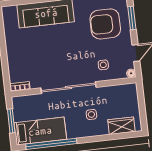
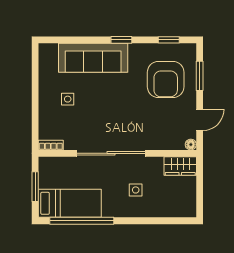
armchair: (105, 24) -> (166, 79), turned -90
side table: (103, 65) -> (68, 99), moved
wardrobe: (121, 126) -> (180, 166), moved, turned 180

